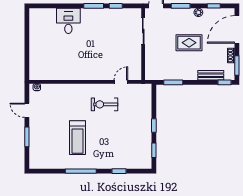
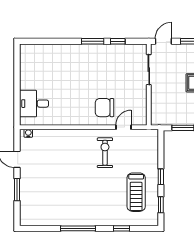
desk: (68, 21) -> (34, 104), moved, turned -90
chair: (104, 65) -> (105, 108), added
exercise bike: (105, 104) -> (105, 153), turned 90
treadmill: (78, 138) -> (136, 192), moved

